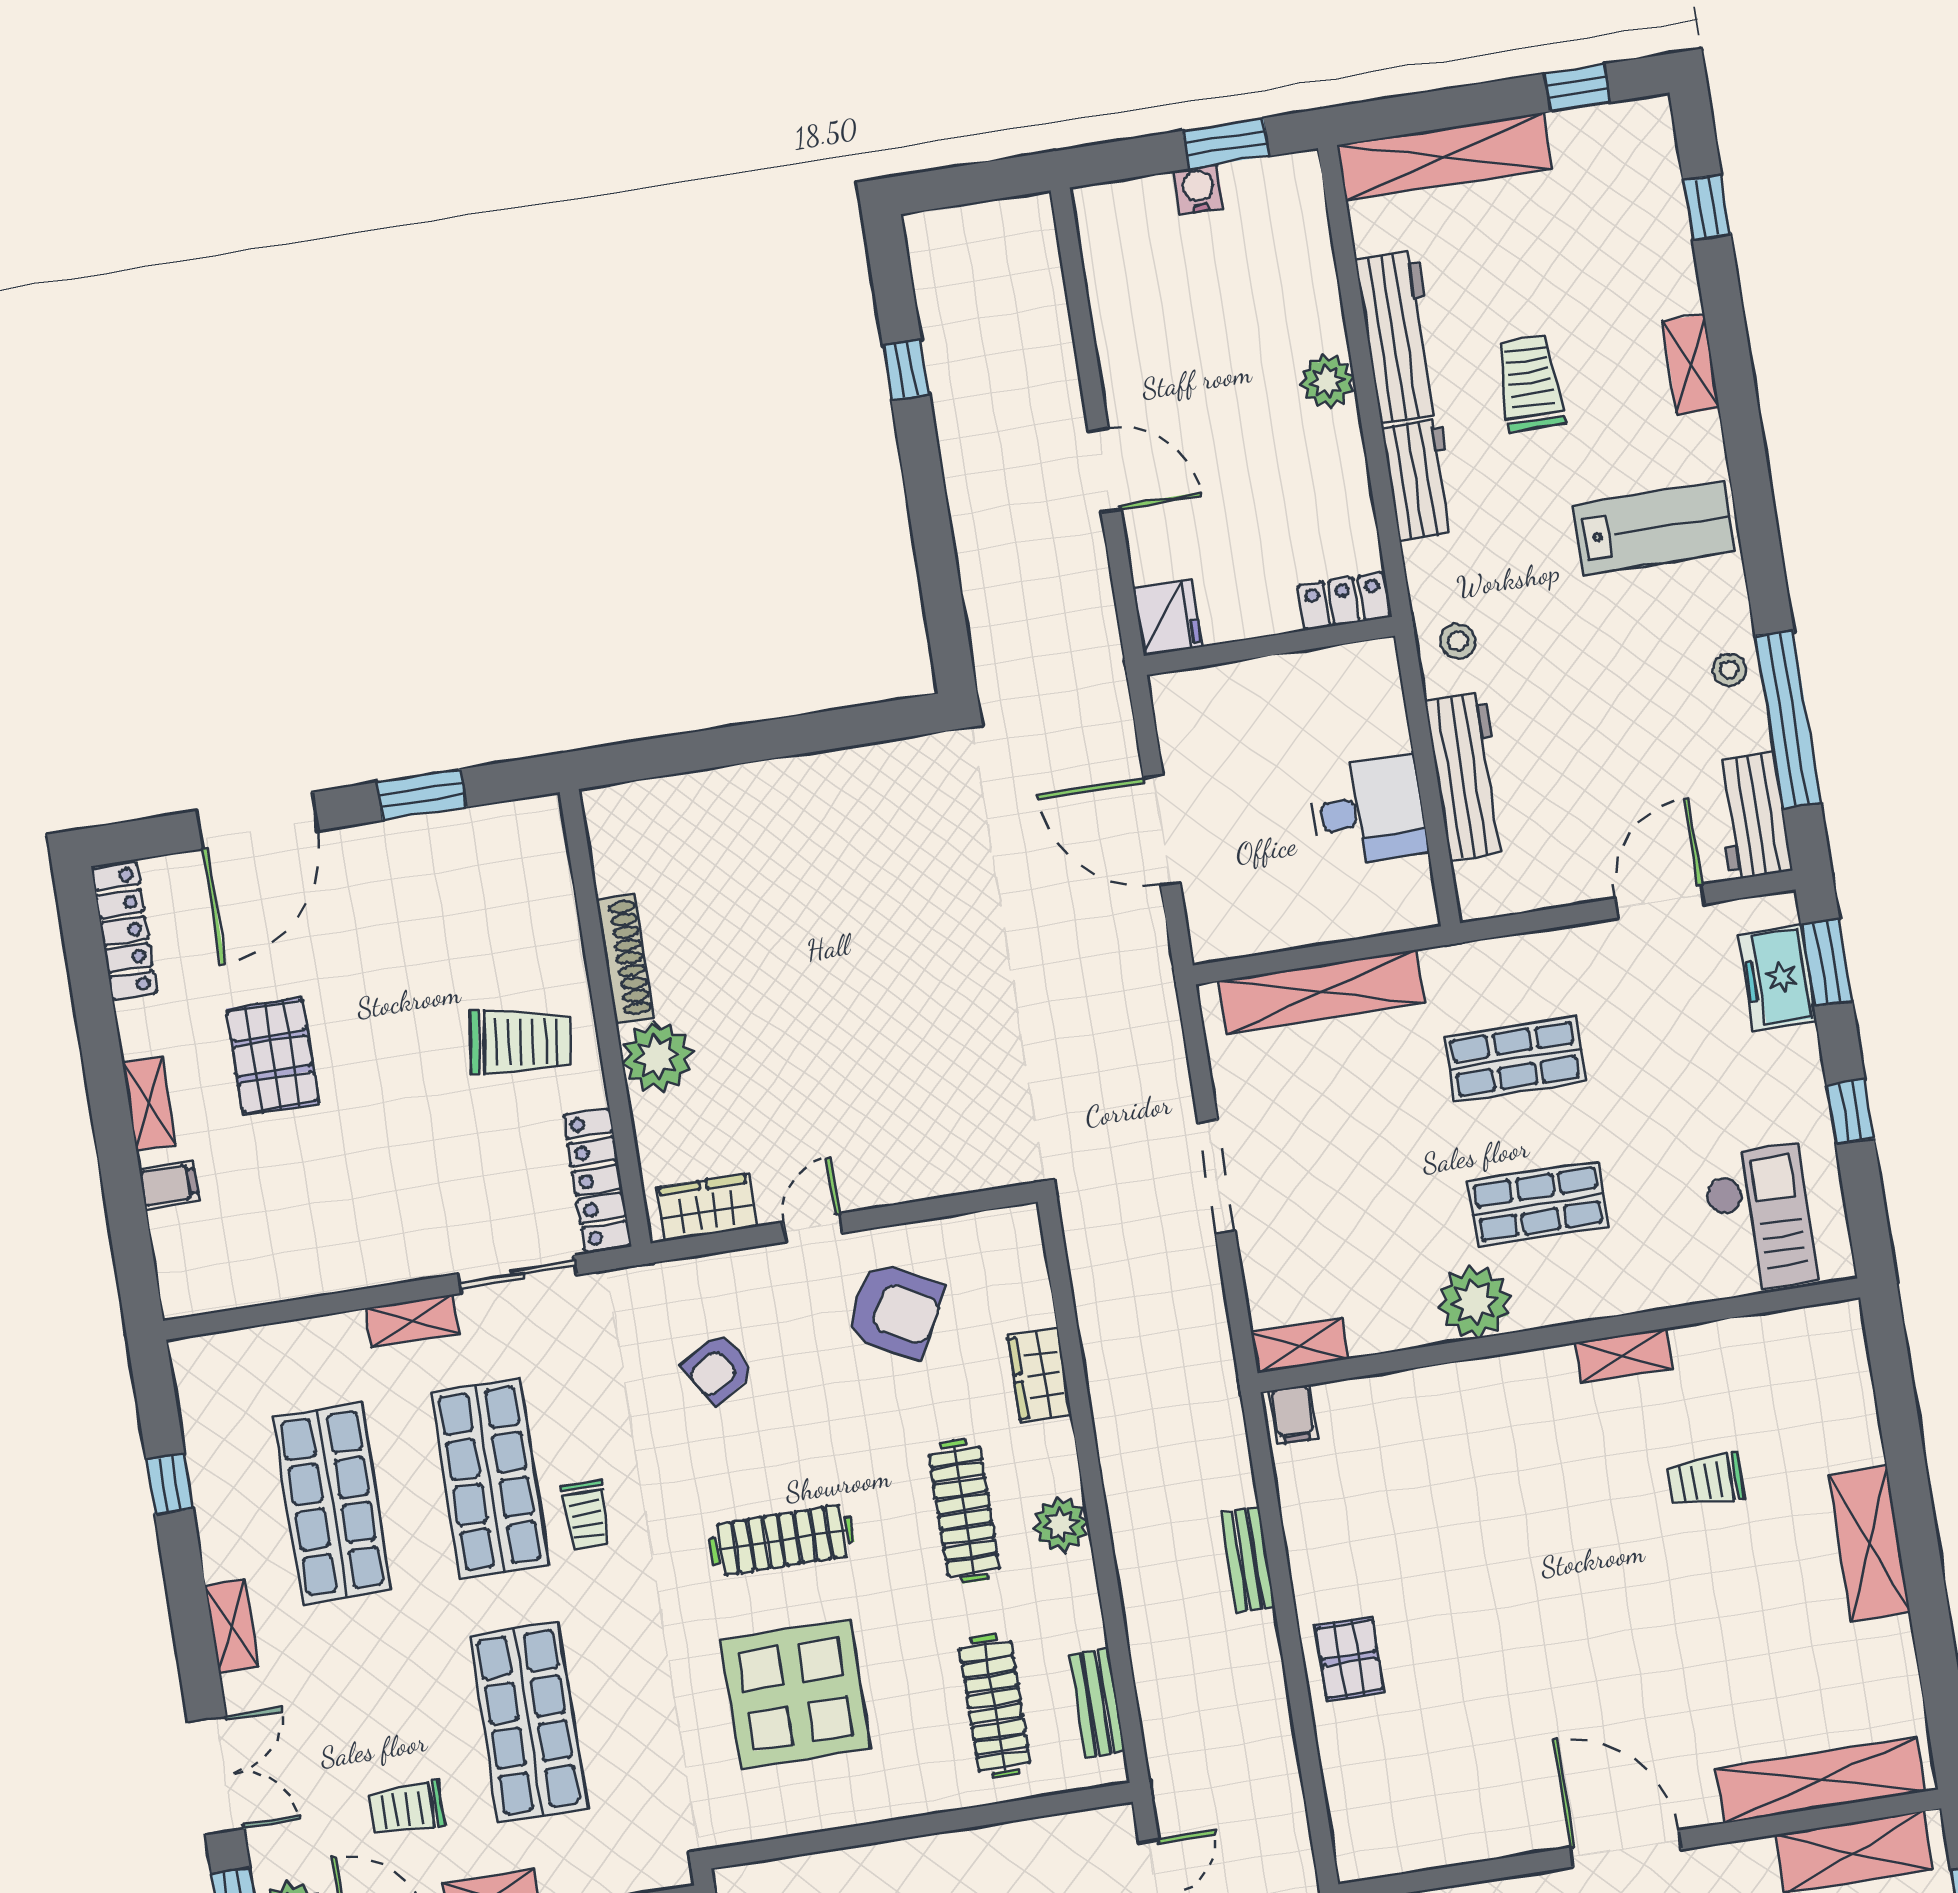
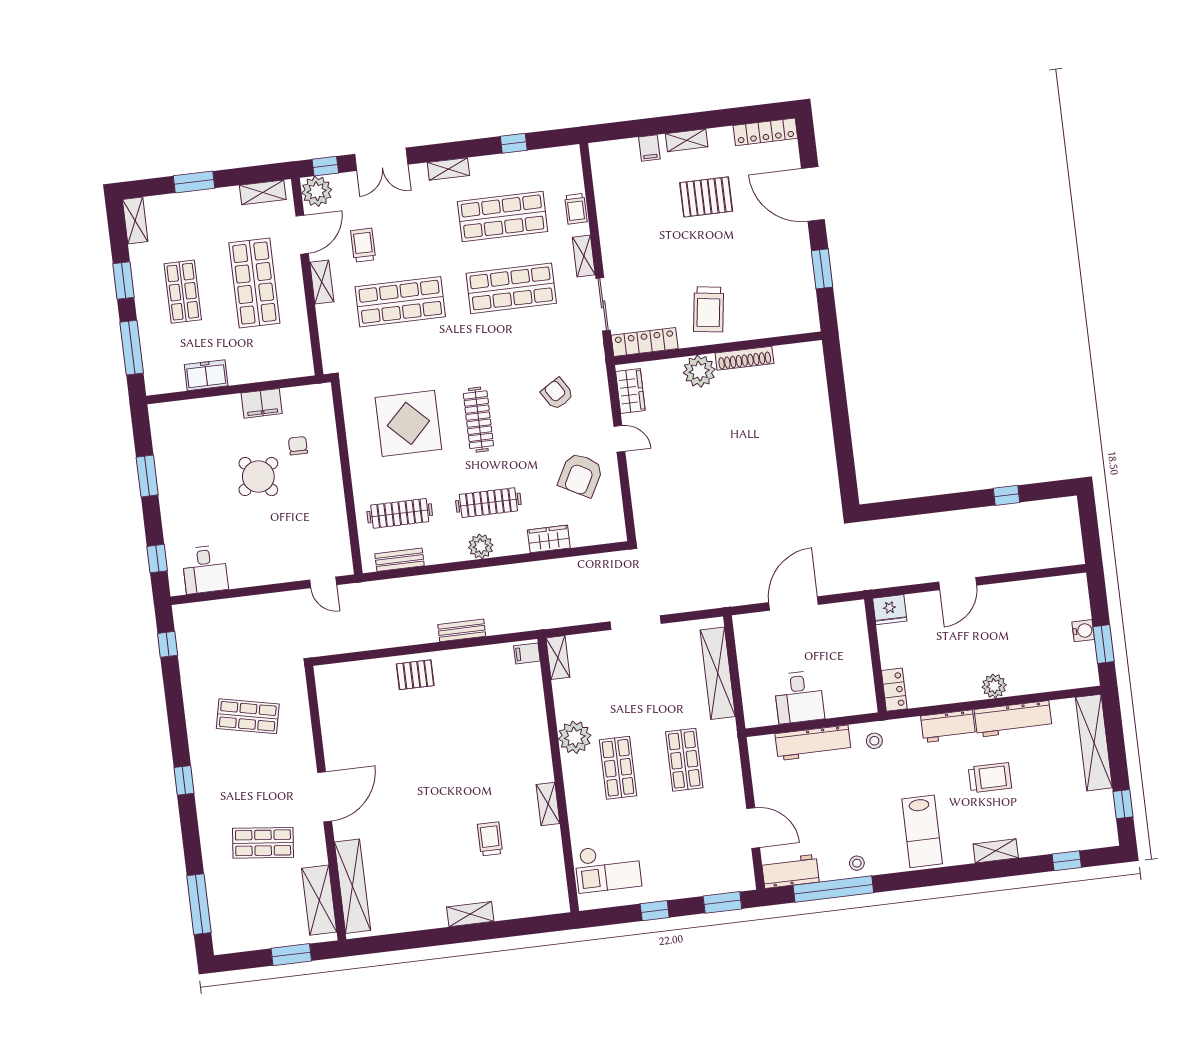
freezer: (1777, 978) -> (717, 880), removed
trolley: (586, 1515) -> (576, 209), moved, turned -90
shelving: (1869, 1544) -> (470, 914), width x0.67, depth x0.75

